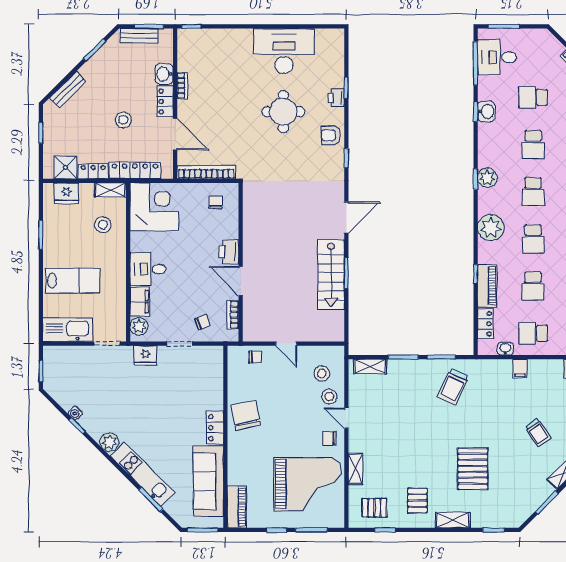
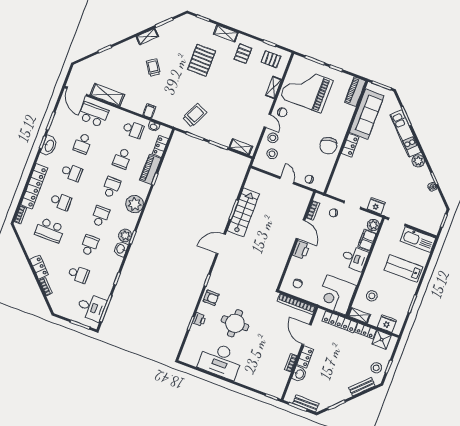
washbasin: (486, 111) -> (121, 249), moved
stool: (123, 120) -> (376, 368), moved
school desk: (533, 286) -> (122, 158), turned 180

